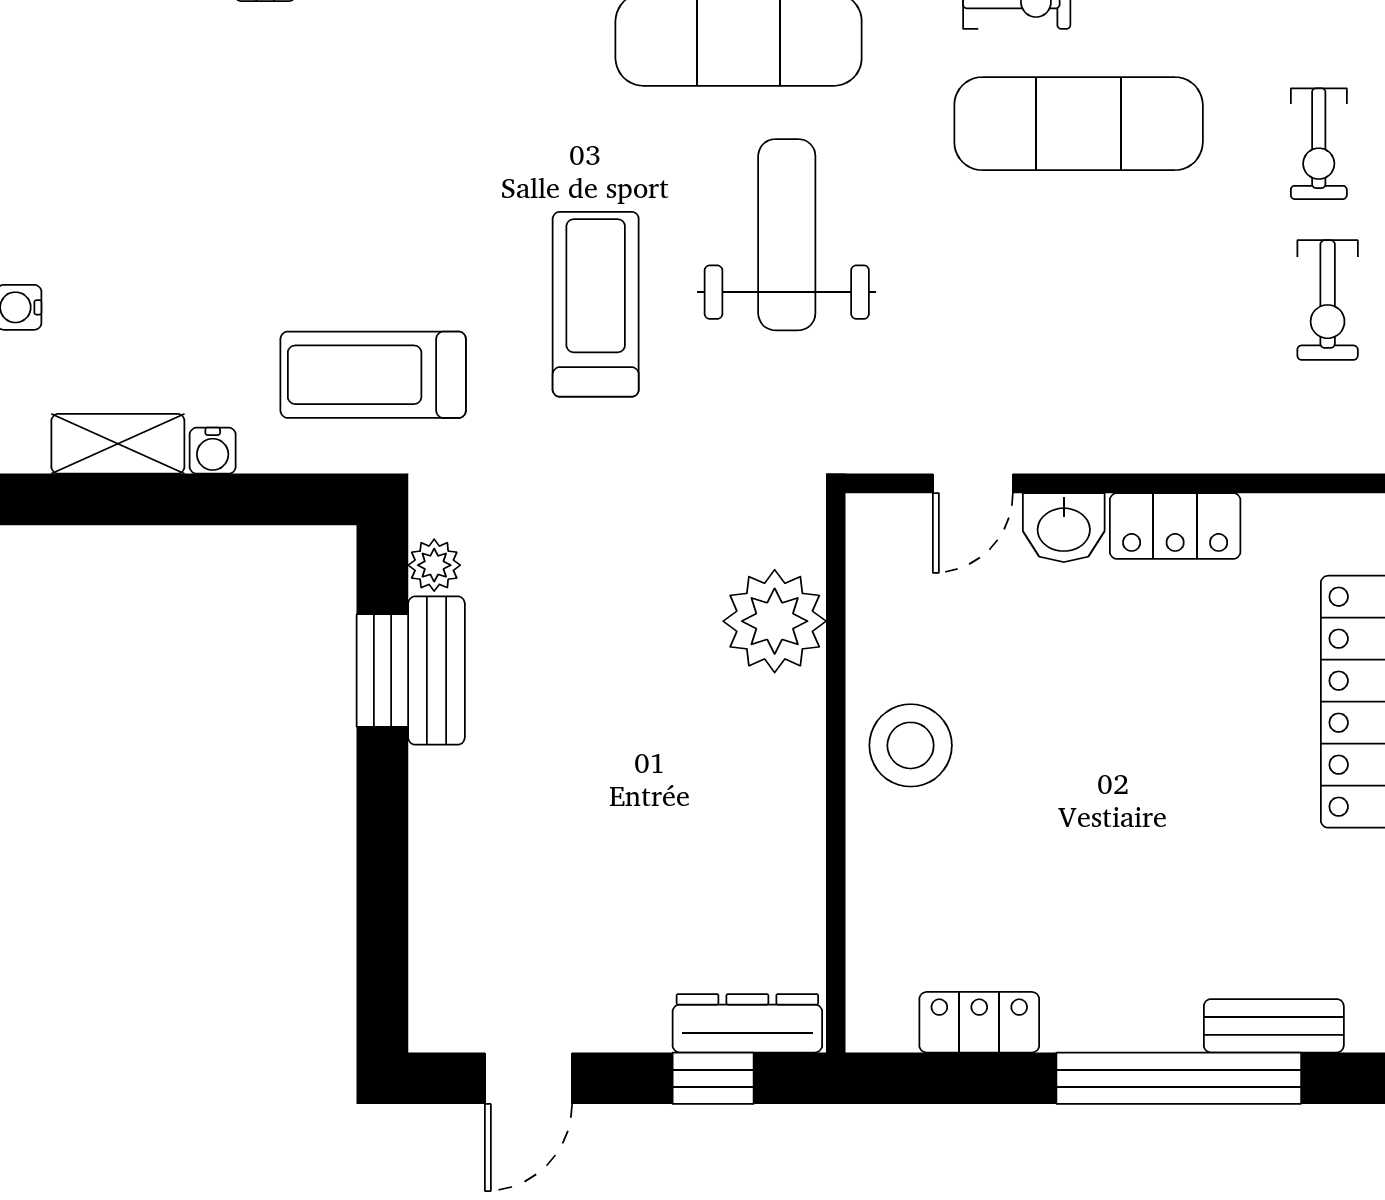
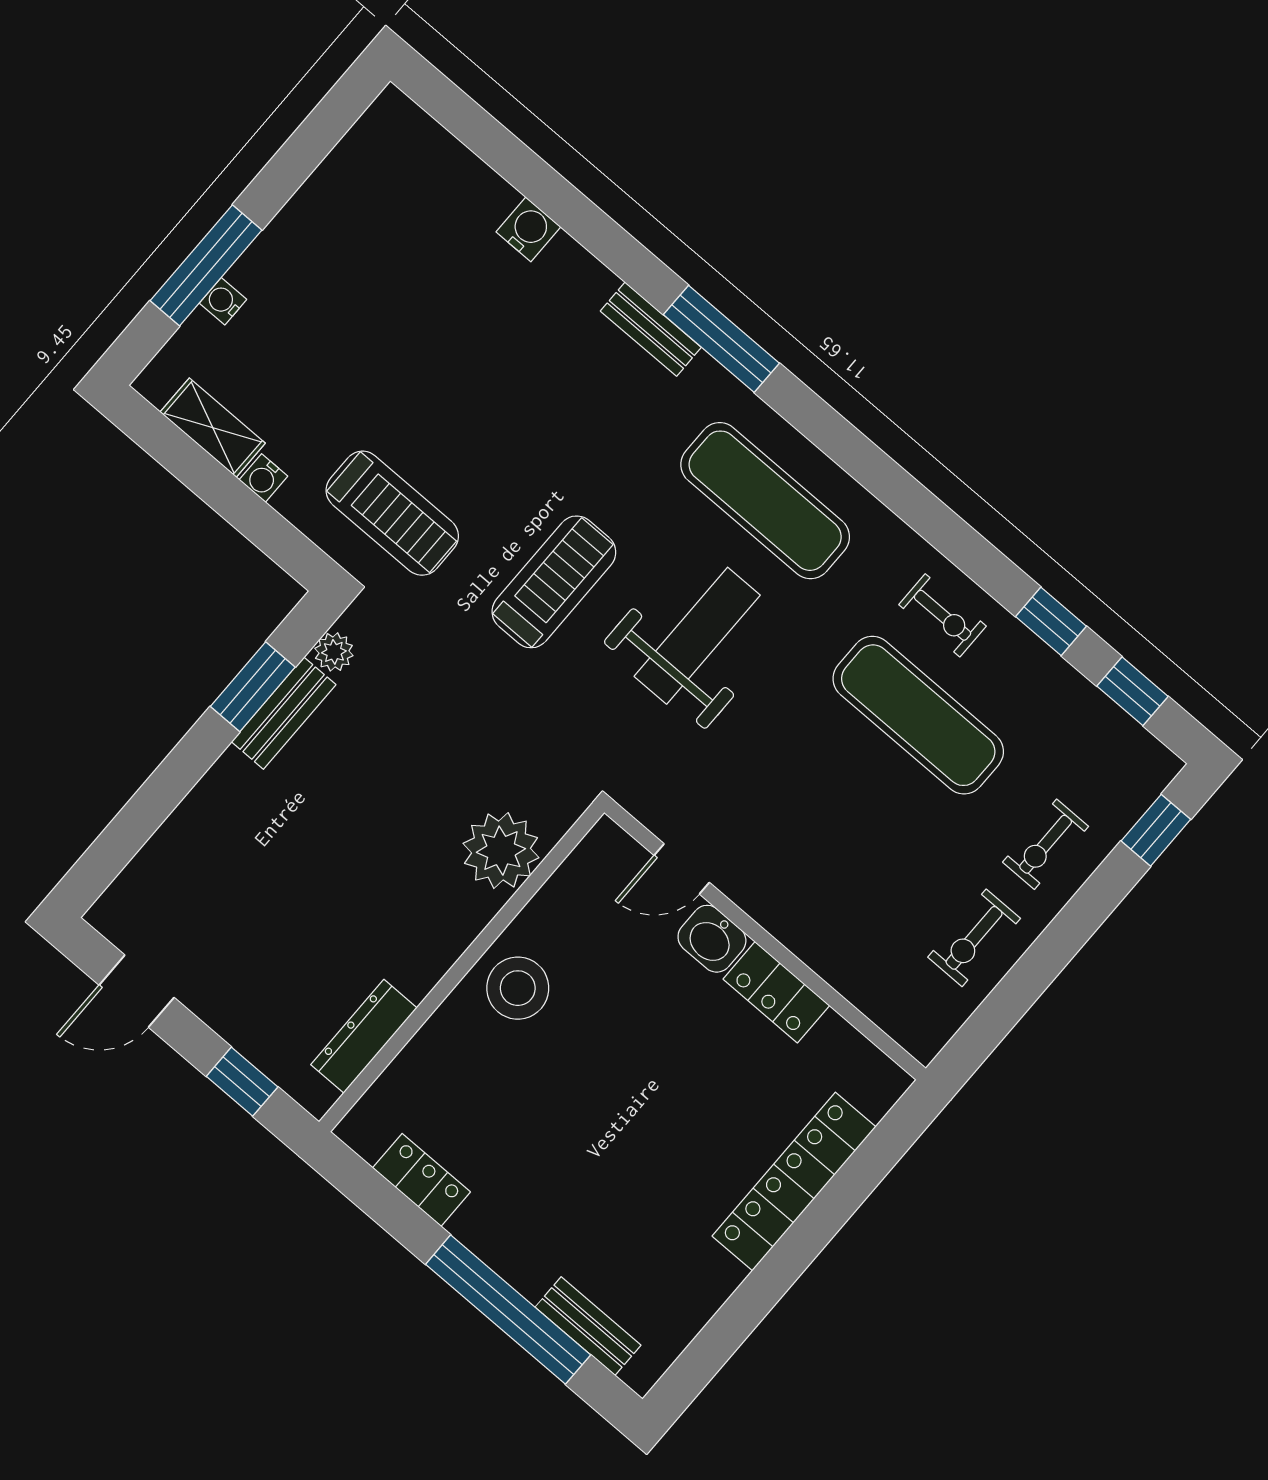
treadmill: (373, 375) -> (392, 513), turned 180
dresser: (747, 1023) -> (364, 1036), moved, turned -90

